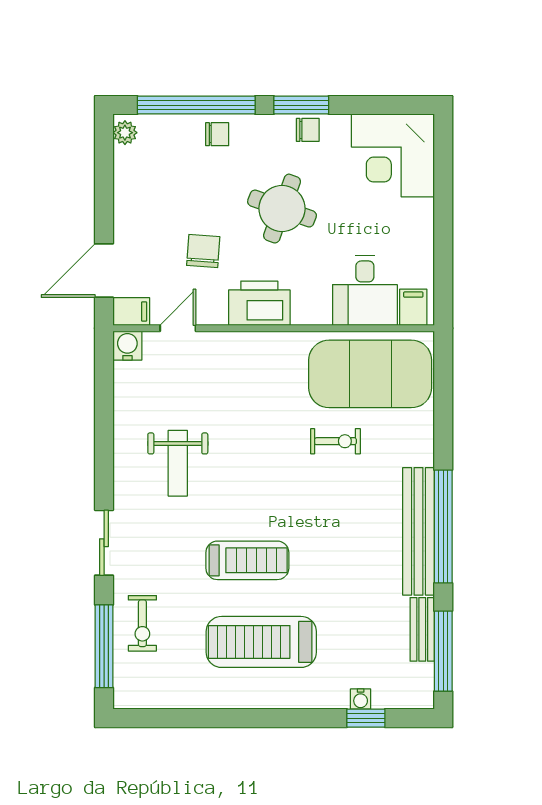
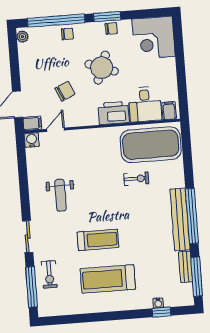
chair: (203, 251) -> (65, 91), turned 62
printer: (259, 303) -> (114, 113), moved

